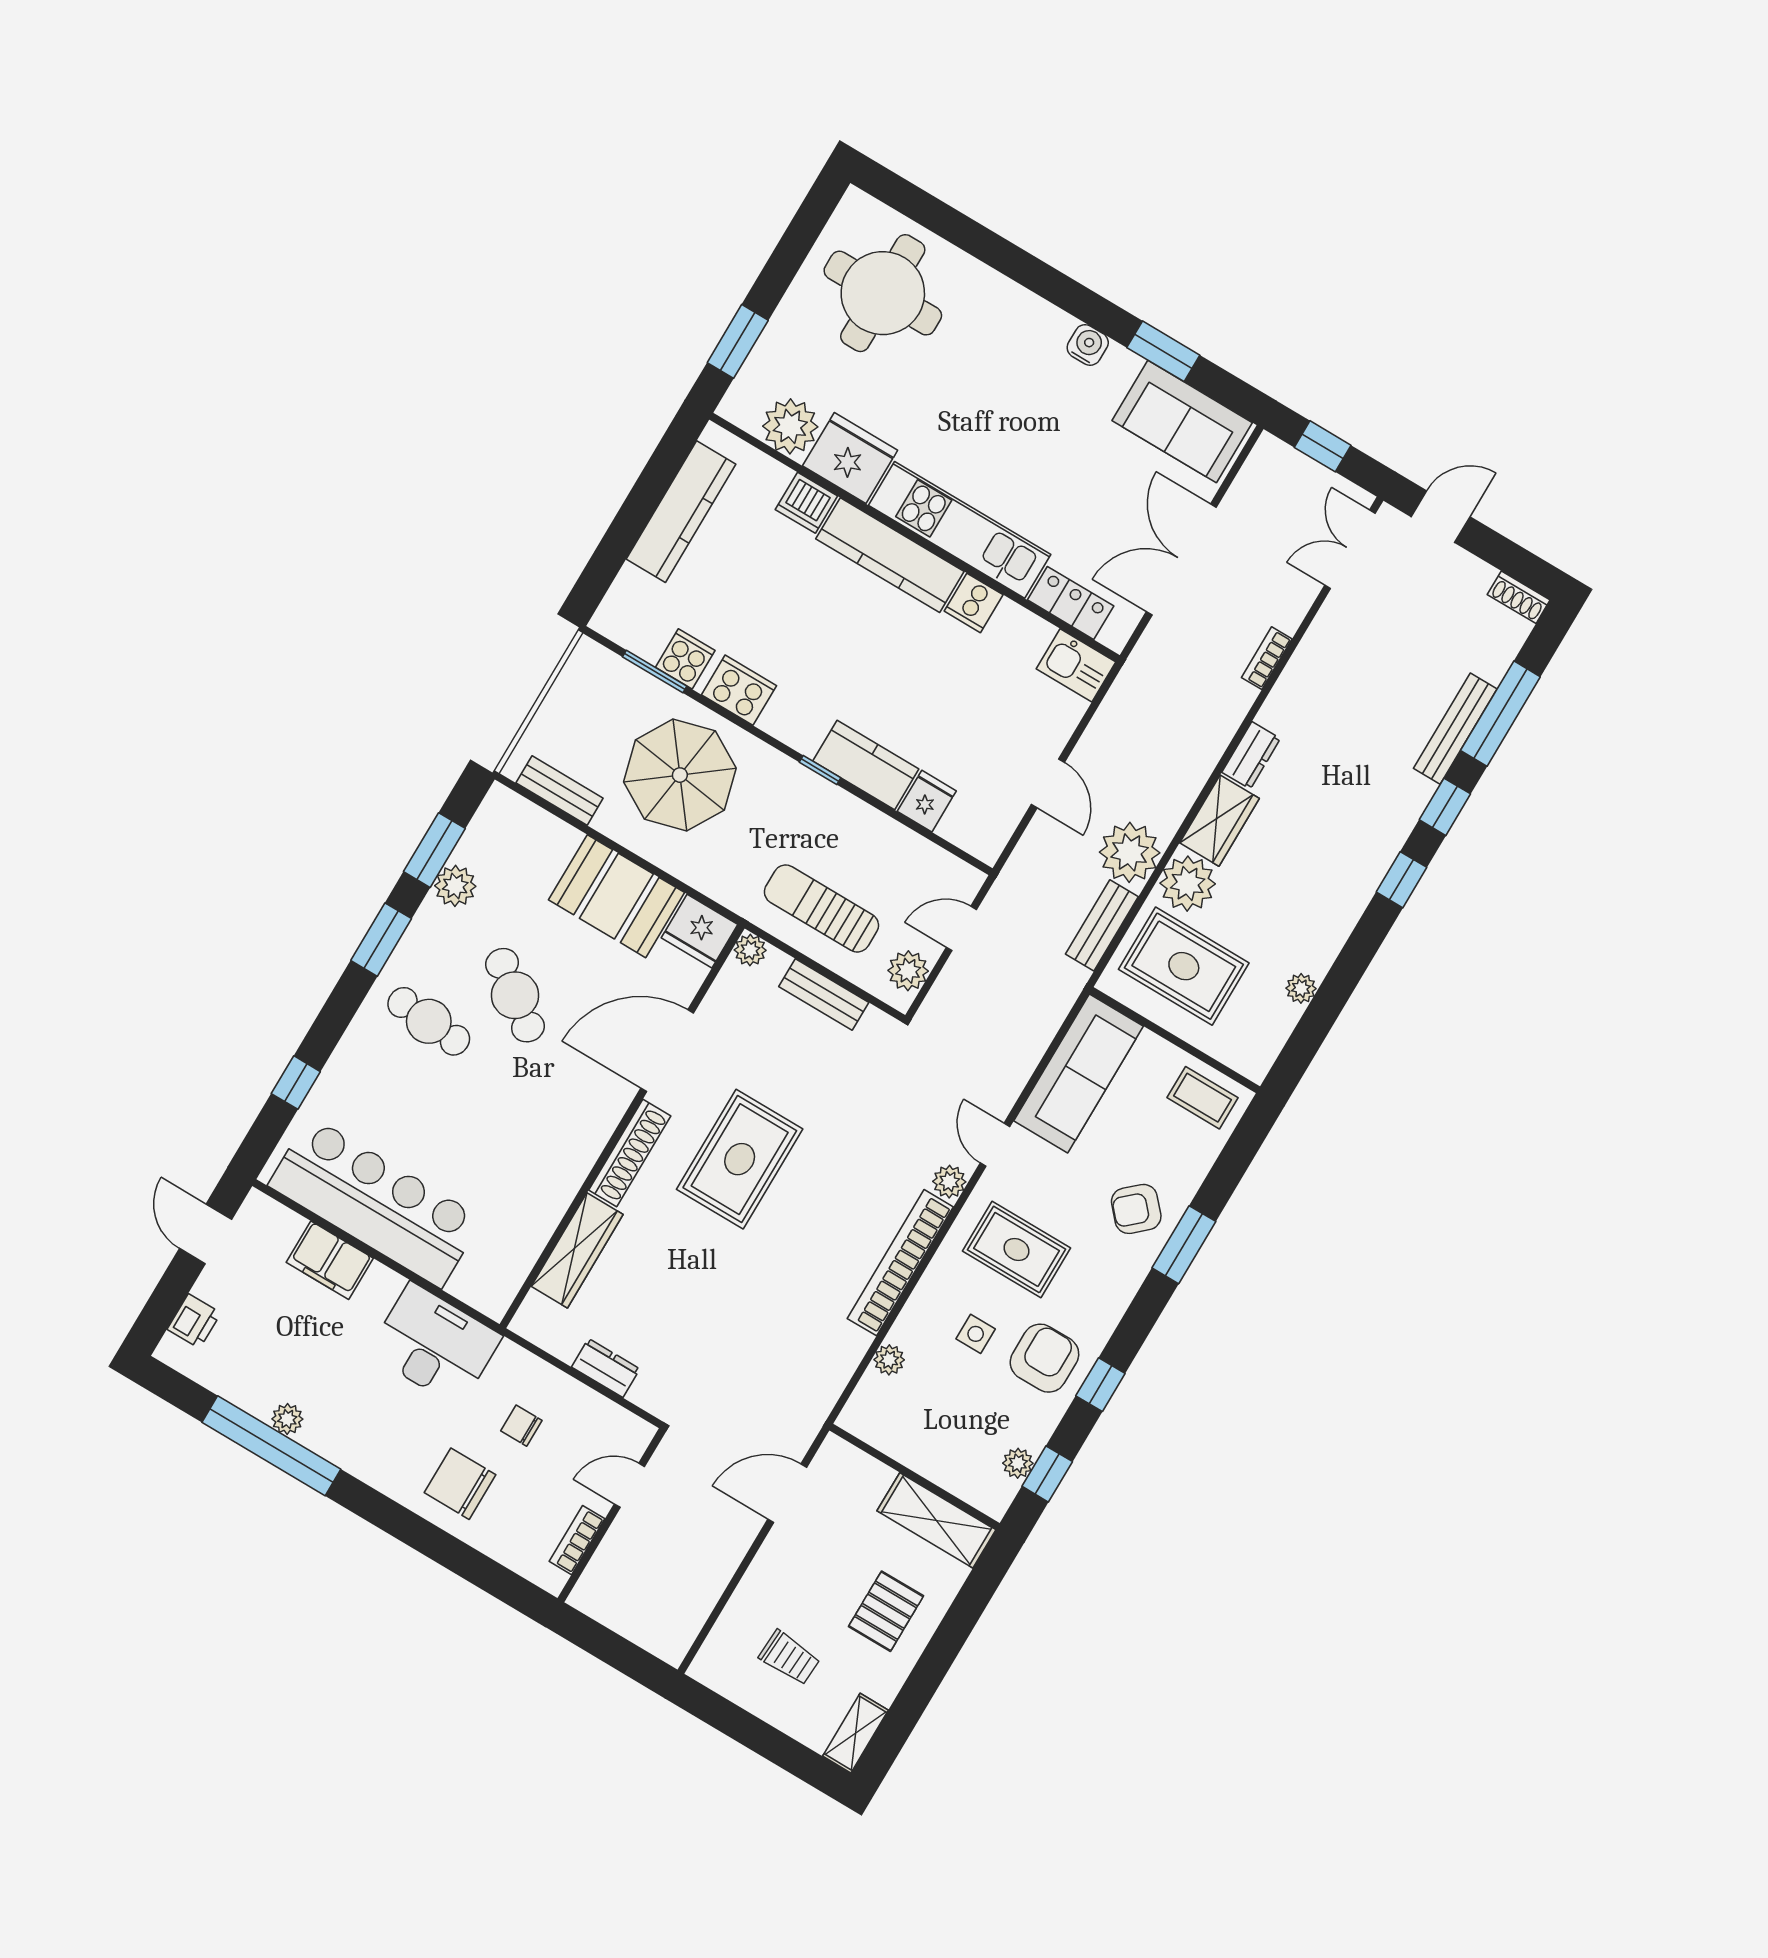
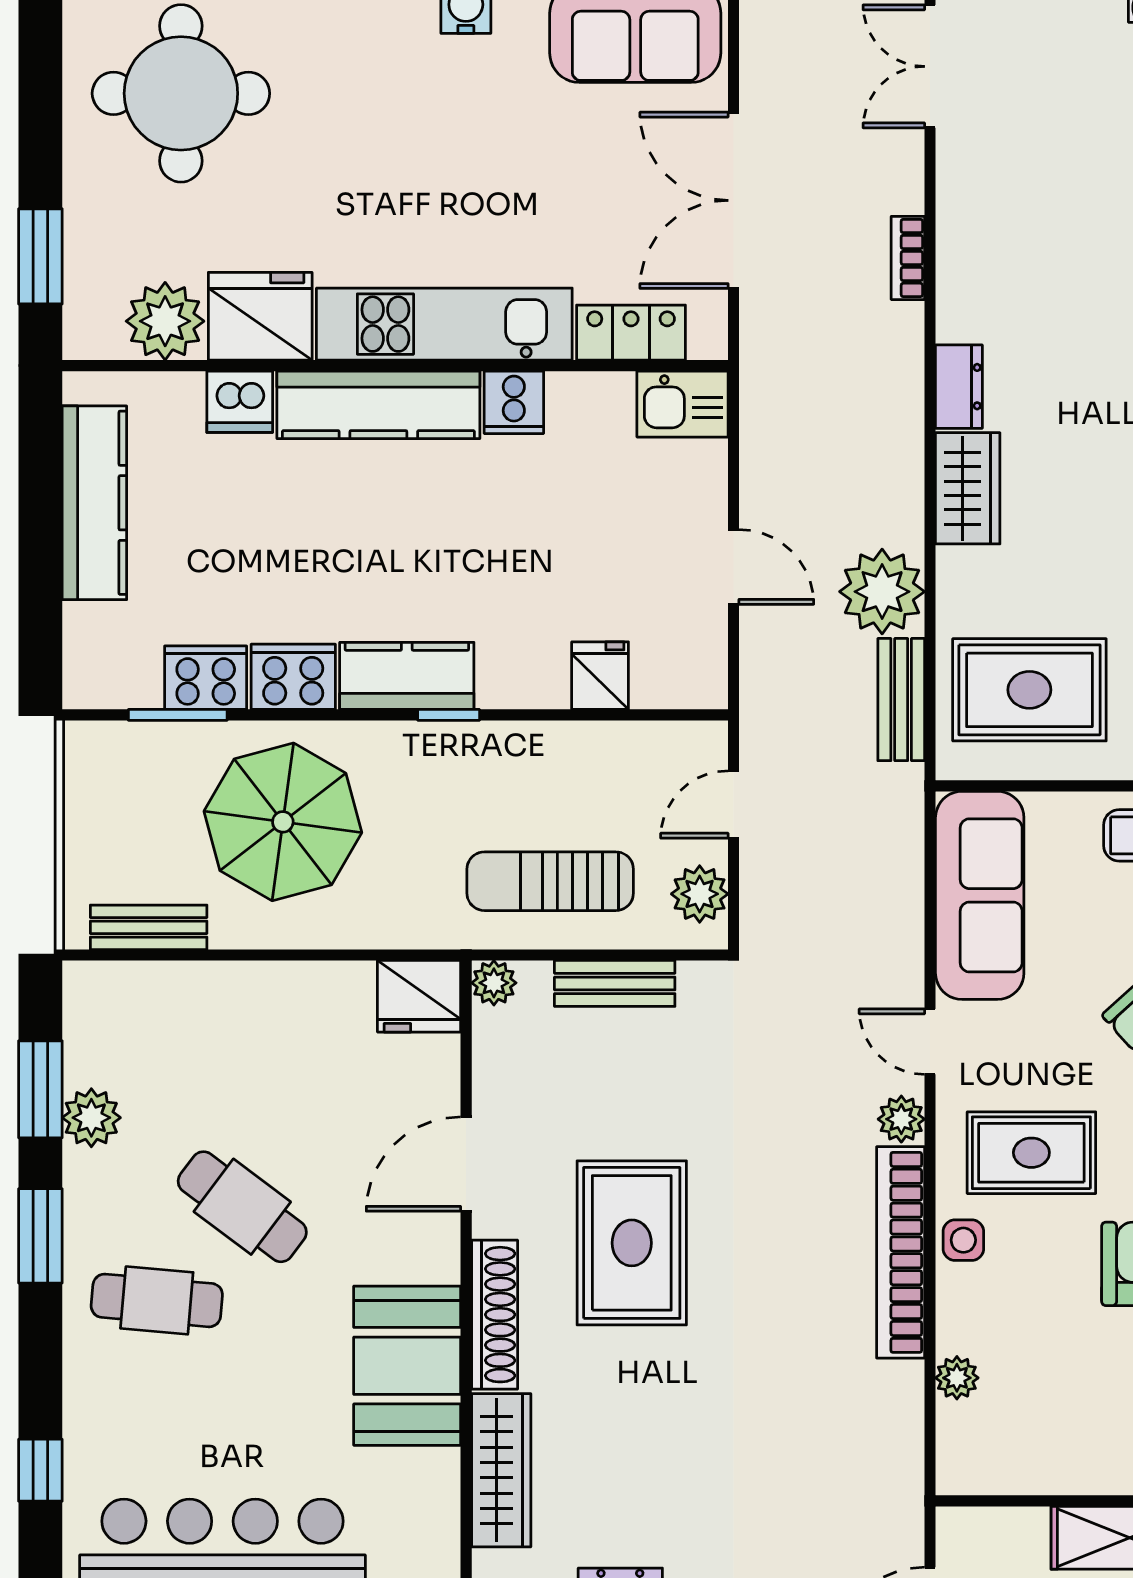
cooker: (685, 659) -> (206, 678), width x1.36
kitchen counter: (866, 765) -> (407, 676), moved
plant: (1188, 884) -> (974, 587), removed
booth: (616, 896) -> (407, 1366), moved, turned 90
door: (667, 1051) -> (466, 1164), width x0.73
side table: (976, 1334) -> (963, 1240), moved

